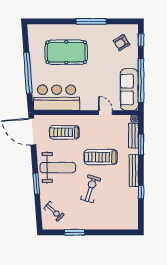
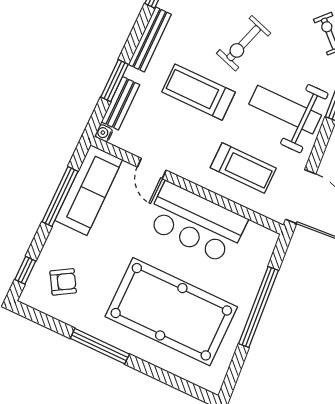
pool table: (66, 52) -> (171, 312), width x1.36, depth x1.32
window: (141, 81) -> (60, 197), width x0.68
bar counter: (57, 98) -> (196, 223), moved
treadmill: (101, 157) -> (198, 92), turned 180

